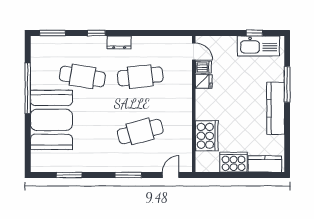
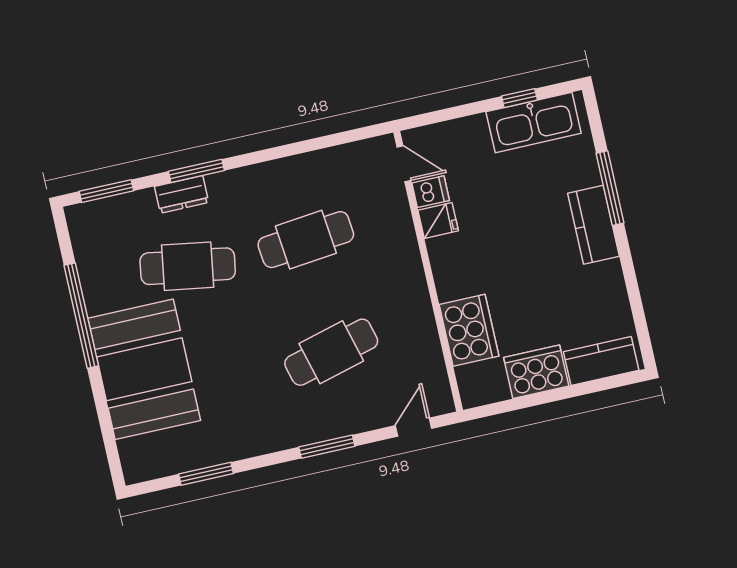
window: (96, 33) -> (196, 171), width x1.50
dresser: (119, 42) -> (182, 194), moved
kitchen counter: (276, 108) -> (594, 225), width x0.67

